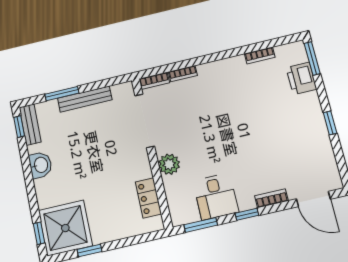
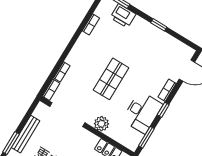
shop shelf: (225, 129) -> (111, 79), added
desk: (216, 196) -> (142, 112), width x1.37

